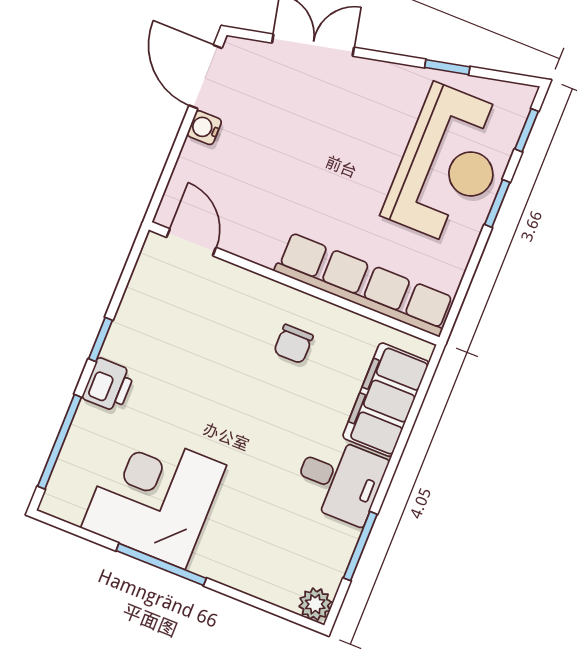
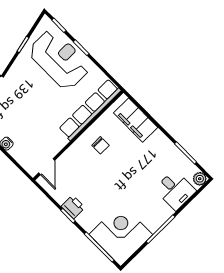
door: (191, 242) -> (47, 167), swing flipped
printer: (108, 385) -> (73, 207), moved
desk: (340, 480) -> (175, 190), moved, turned 90
corner desk: (154, 496) -> (121, 235), moved, turned 90

